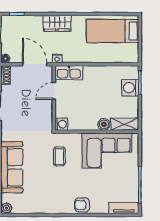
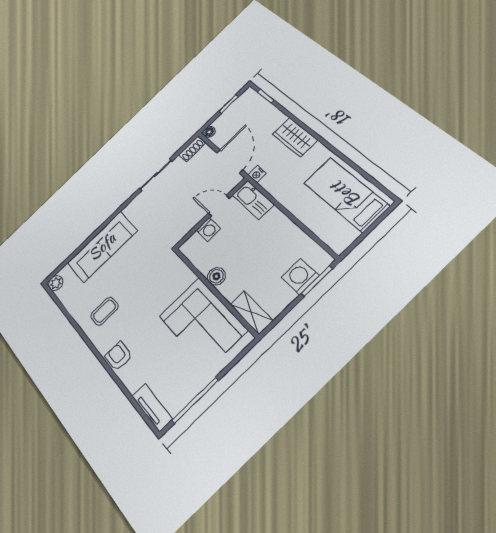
washing machine: (61, 124) -> (208, 229), moved
boiler: (104, 124) -> (216, 276), moved
coffee table: (59, 156) -> (105, 311), moved

